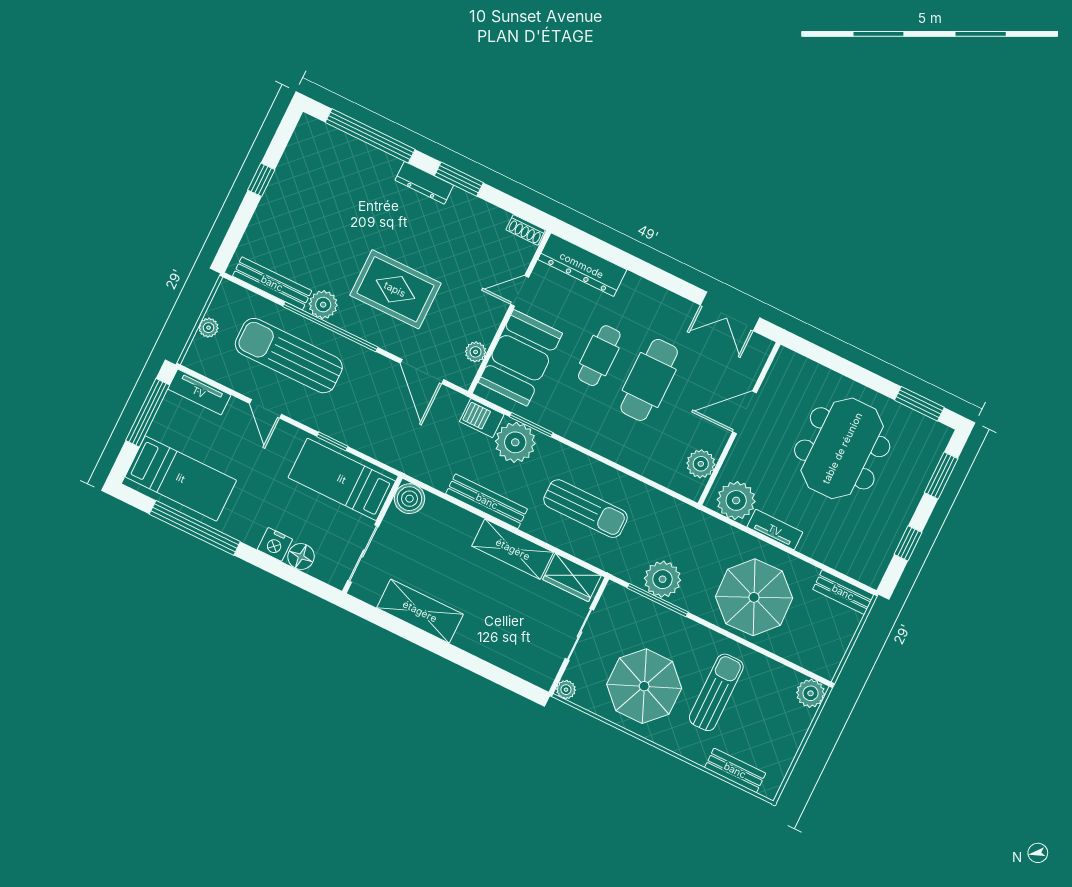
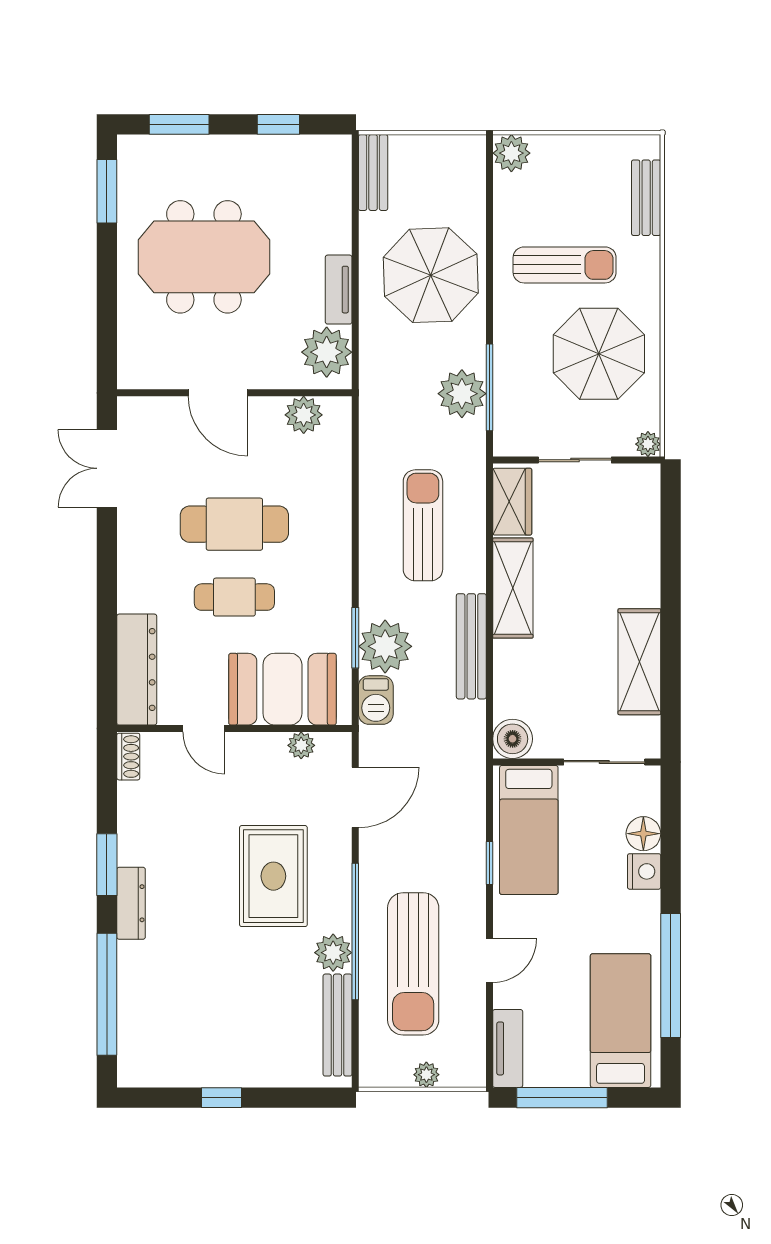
double door: (730, 311) -> (107, 468), swing flipped
sun lounger: (716, 692) -> (565, 265), turned 180

